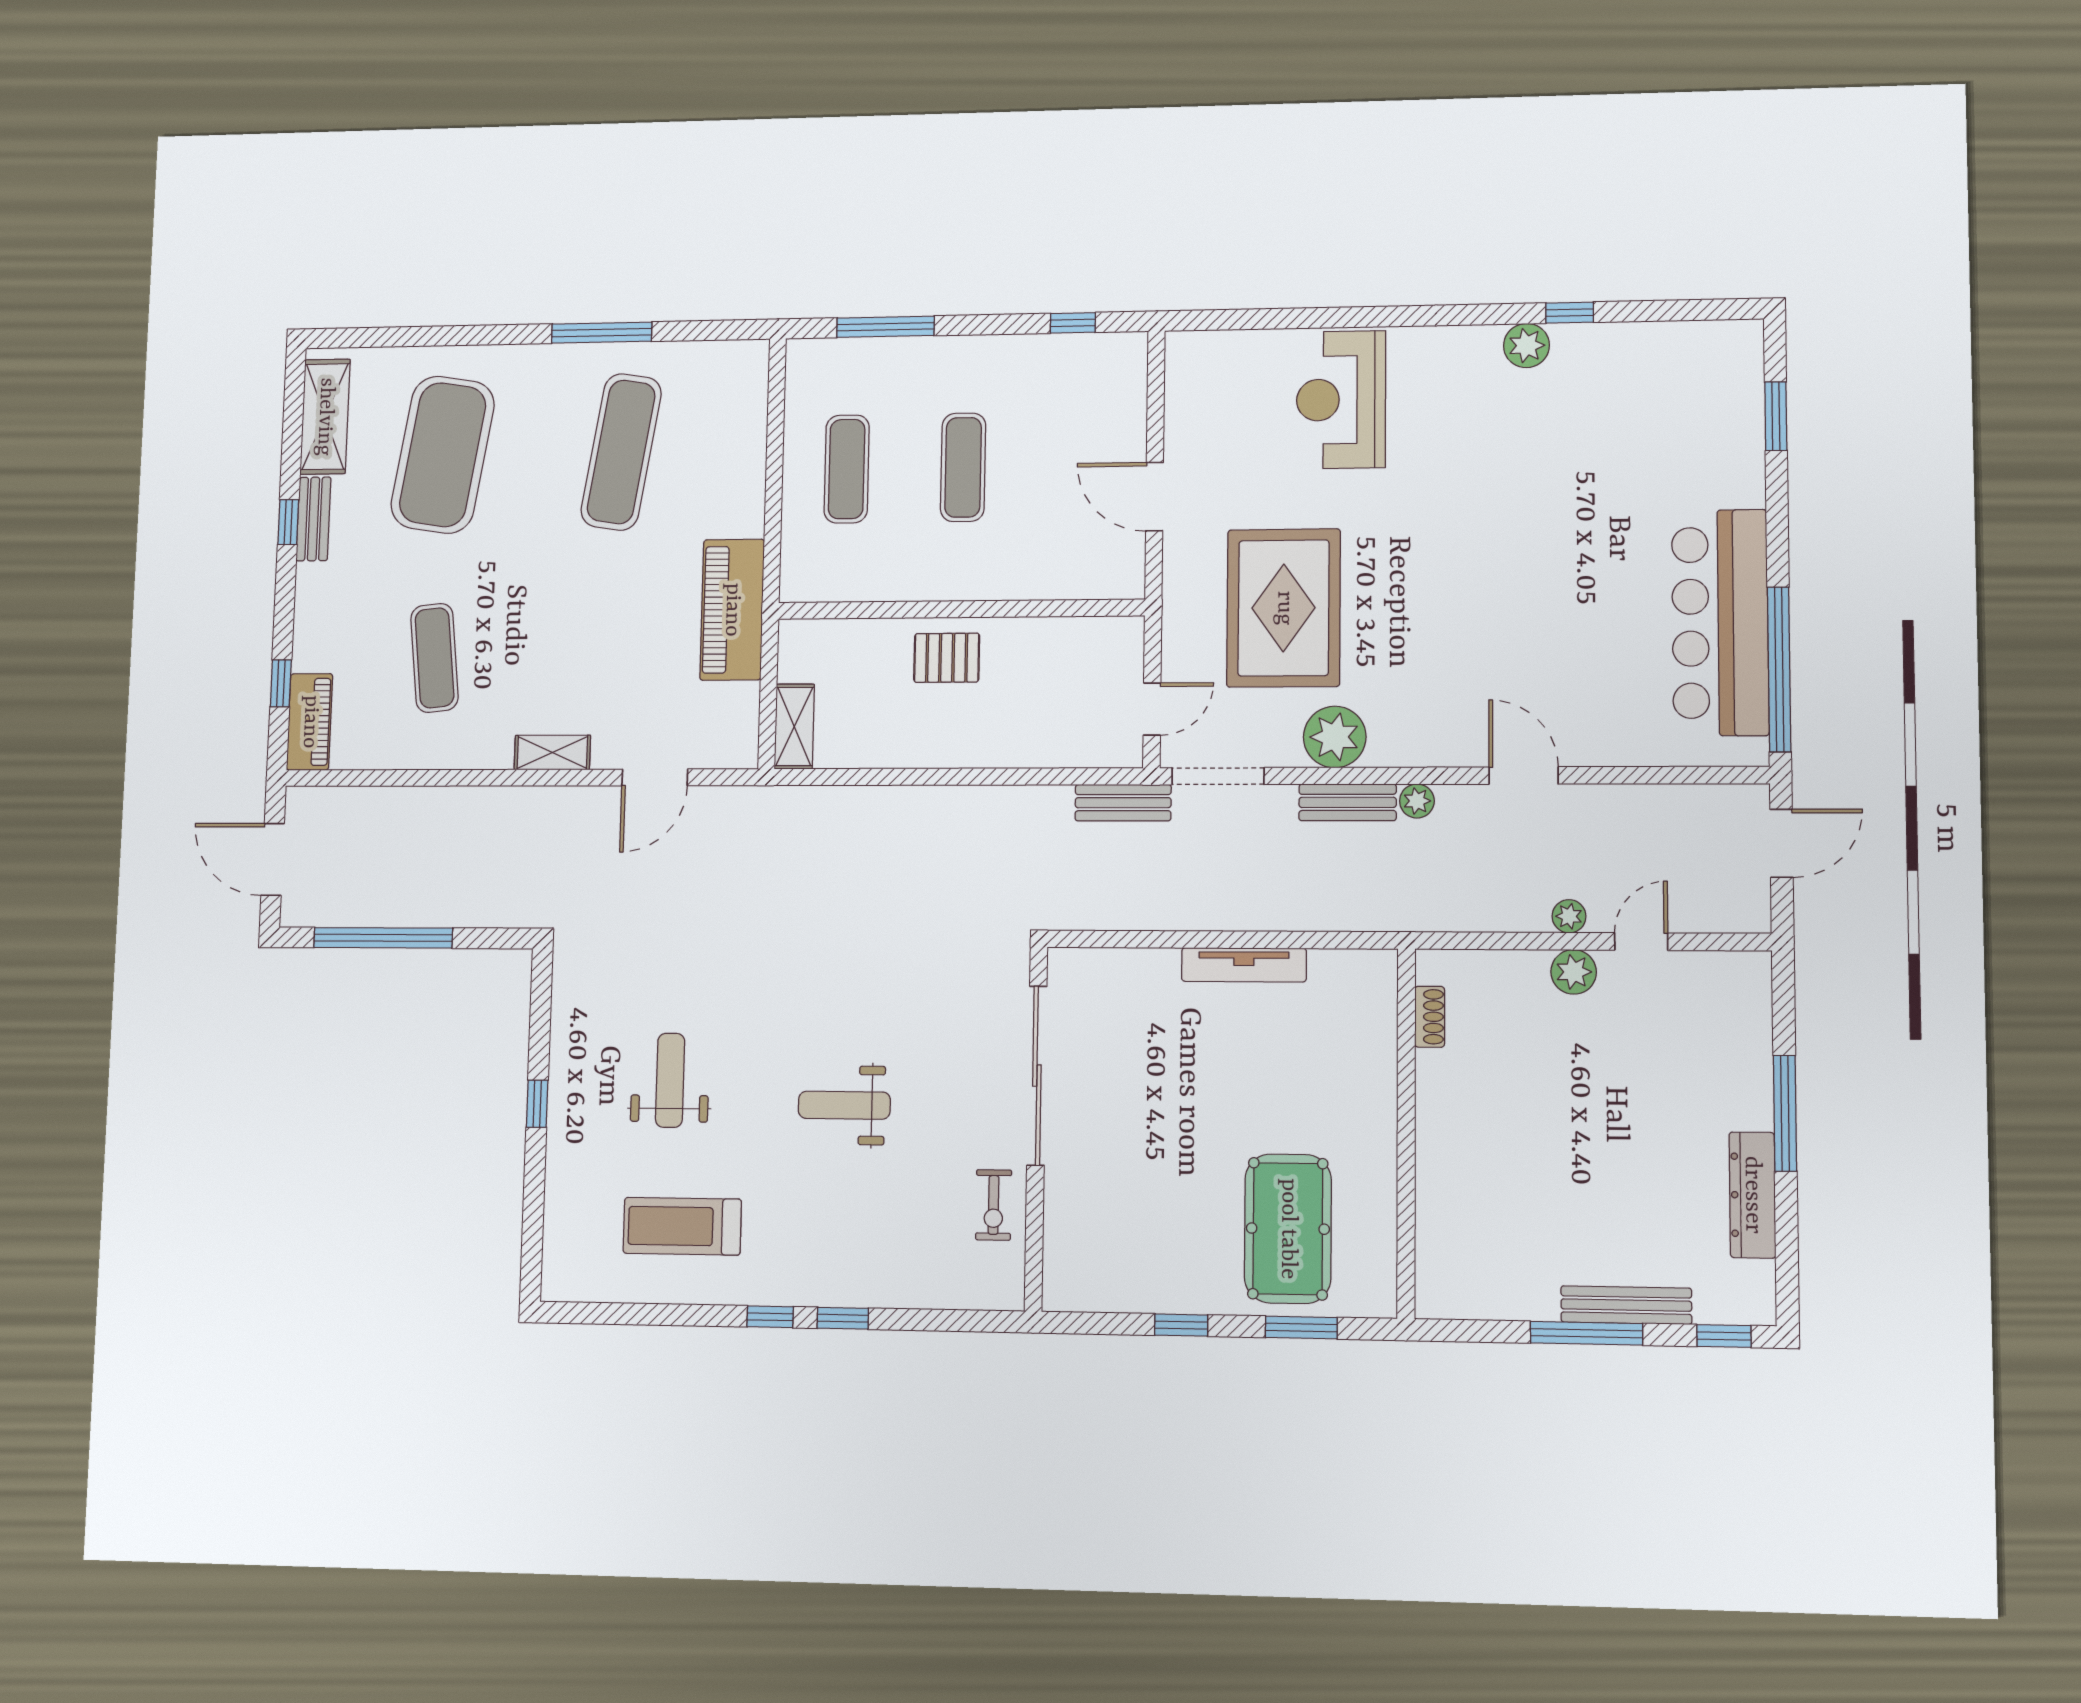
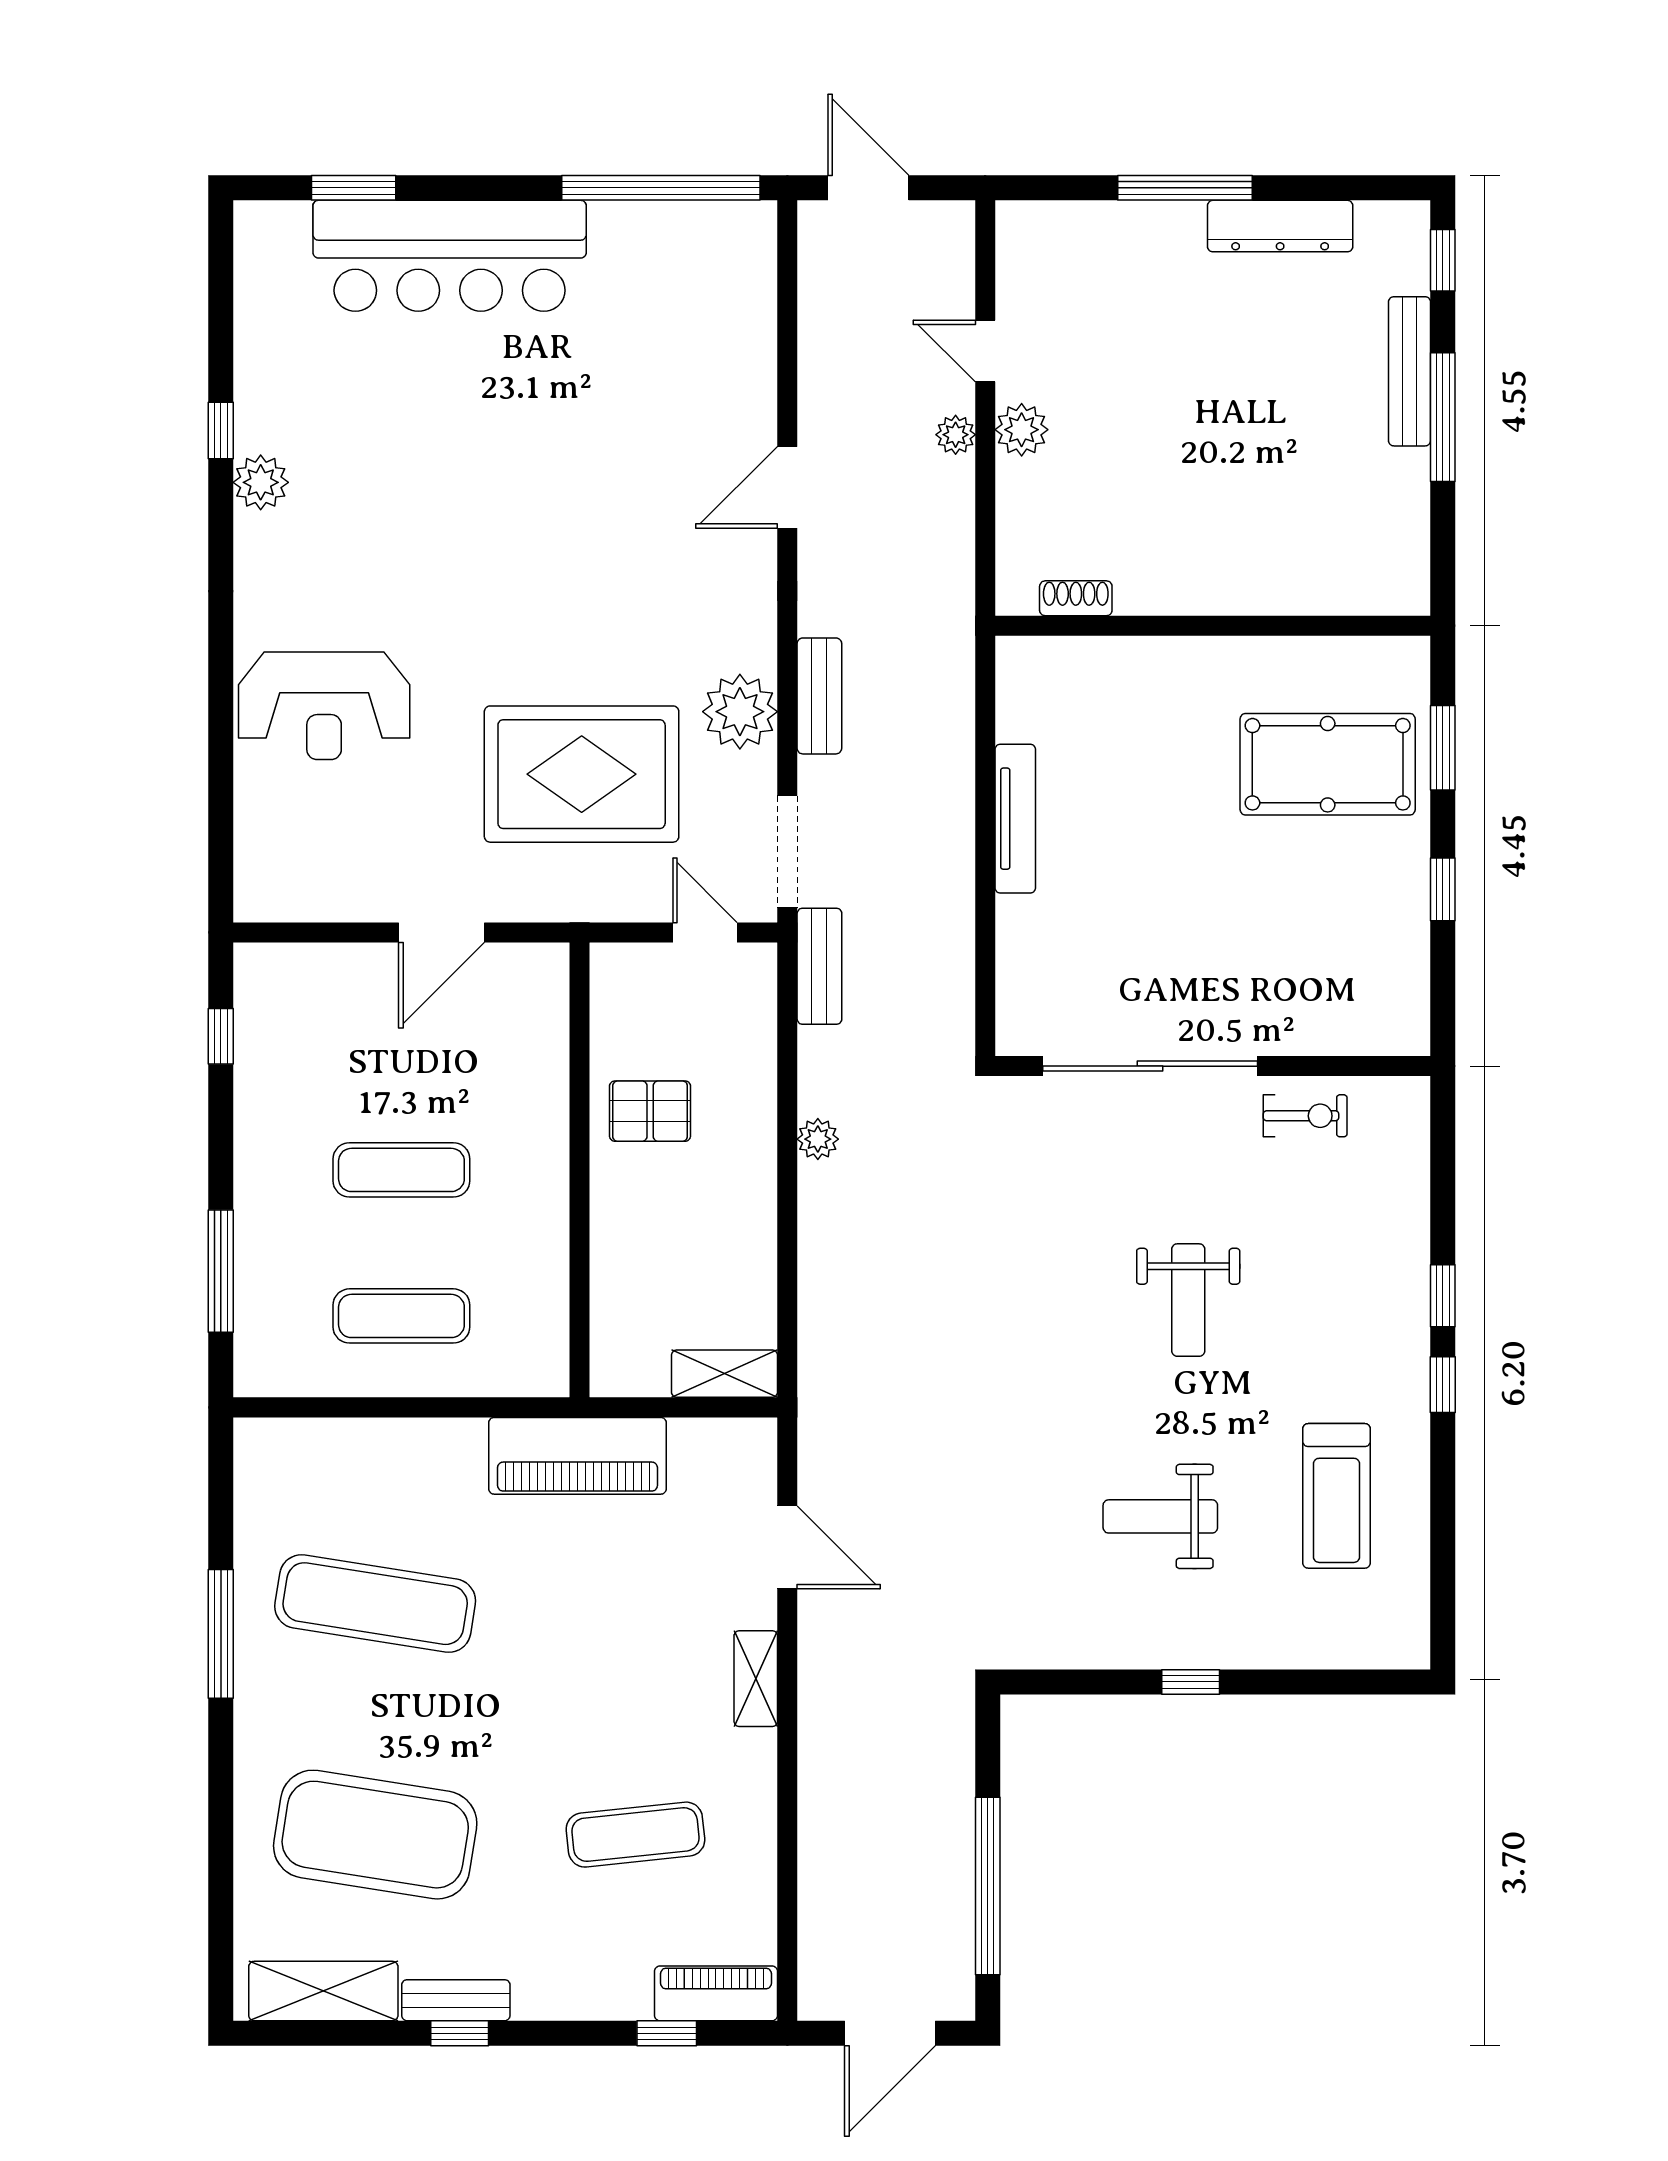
bar counter: (1720, 622) -> (450, 256), moved
pallet: (947, 658) -> (650, 1111), moved, turned 90
plant: (1417, 801) -> (818, 1139), moved

